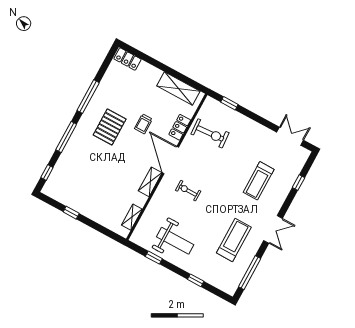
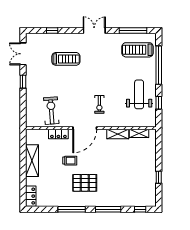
shelving: (178, 89) -> (32, 161), moved
window: (229, 103) -> (23, 82), moved
shelving: (150, 182) -> (118, 134), moved
treadmill: (234, 240) -> (138, 50), moved
window: (196, 280) -> (159, 65), width x3.17

